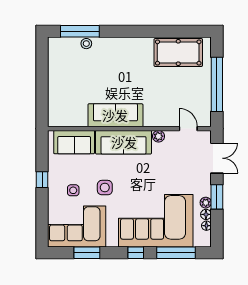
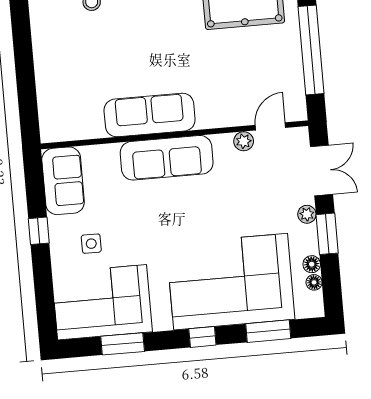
door: (188, 129) -> (270, 126), hinge flipped
plant: (159, 136) -> (244, 141), moved
sofa: (74, 142) -> (63, 181), moved, turned -90
side table: (105, 188) -> (142, 235), removed
plant: (206, 203) -> (307, 214), moved
window: (176, 253) -> (268, 331), width x0.69

